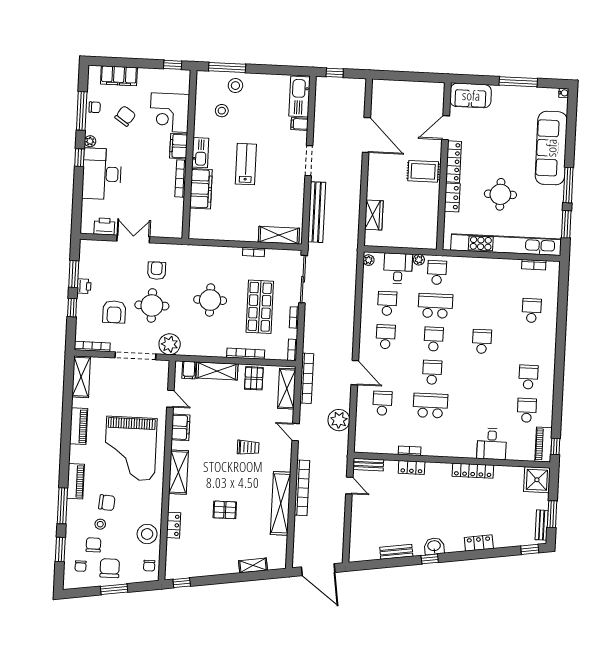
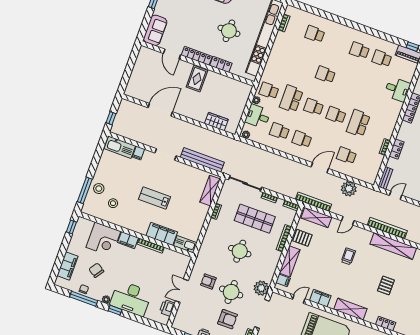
kitchen sink: (200, 153) -> (185, 244), moved

